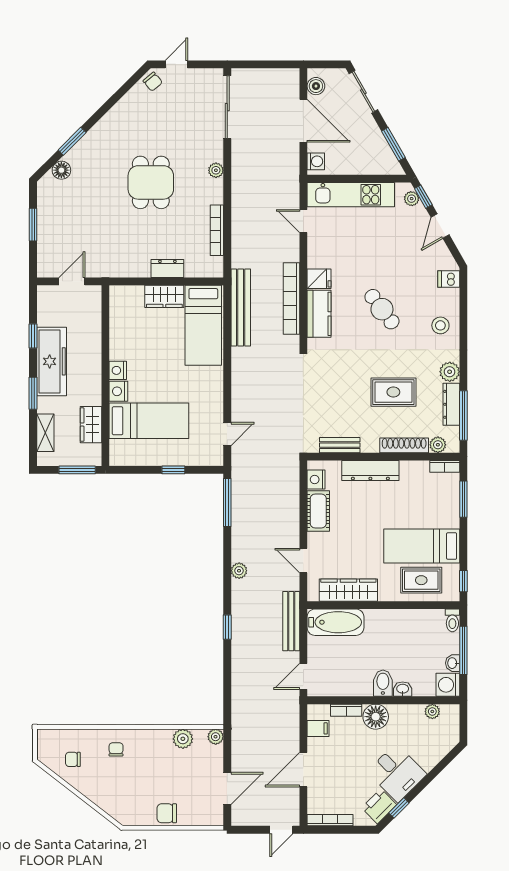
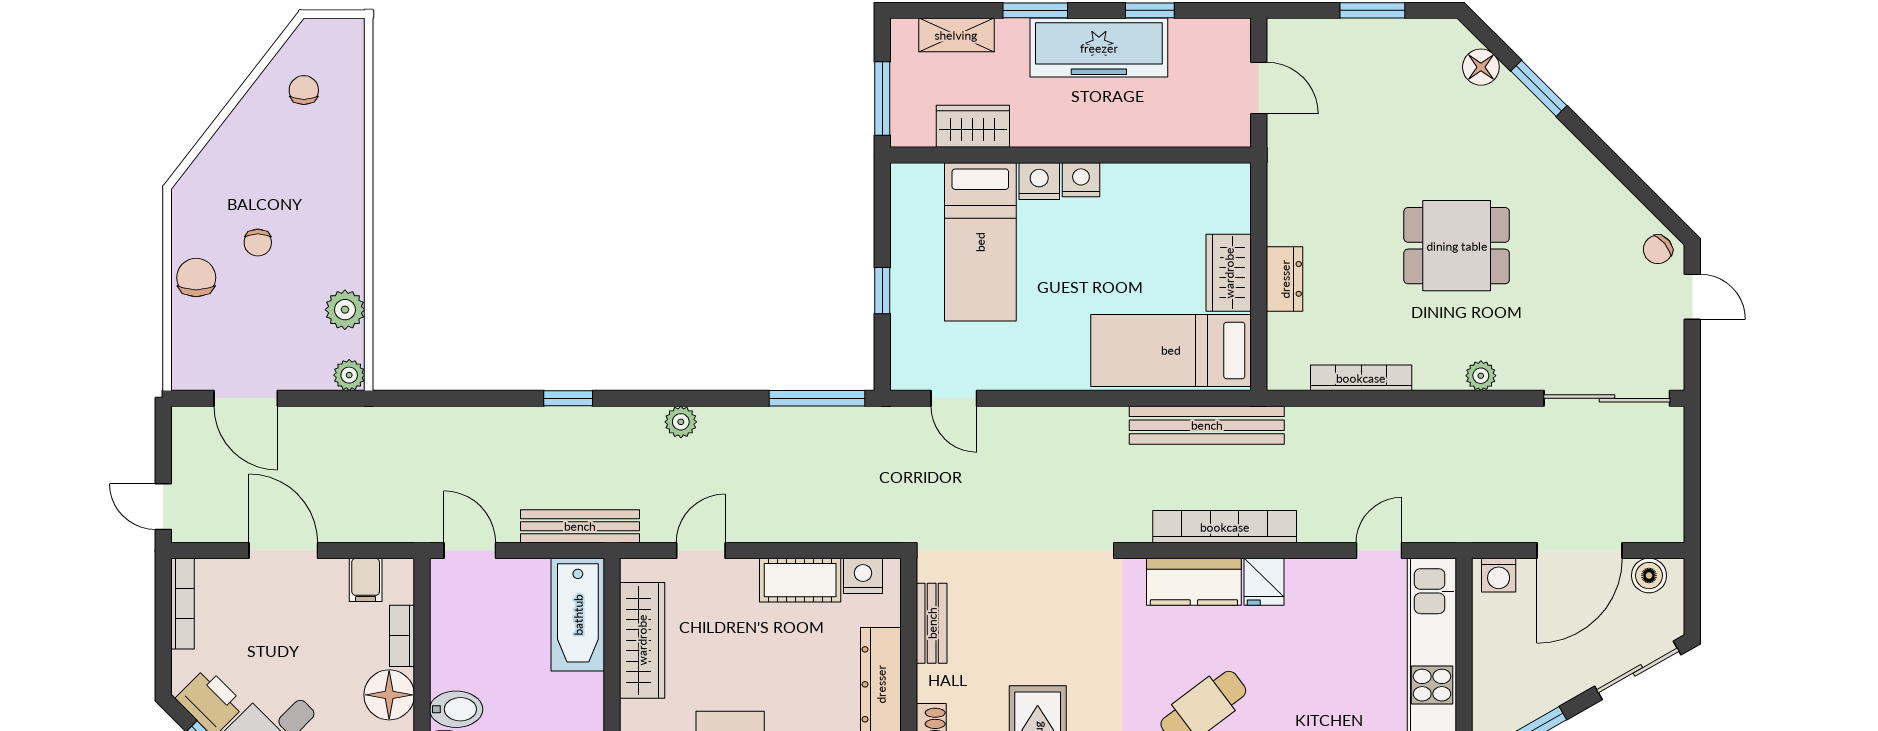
chair: (116, 749) -> (258, 243), moved, turned 90

